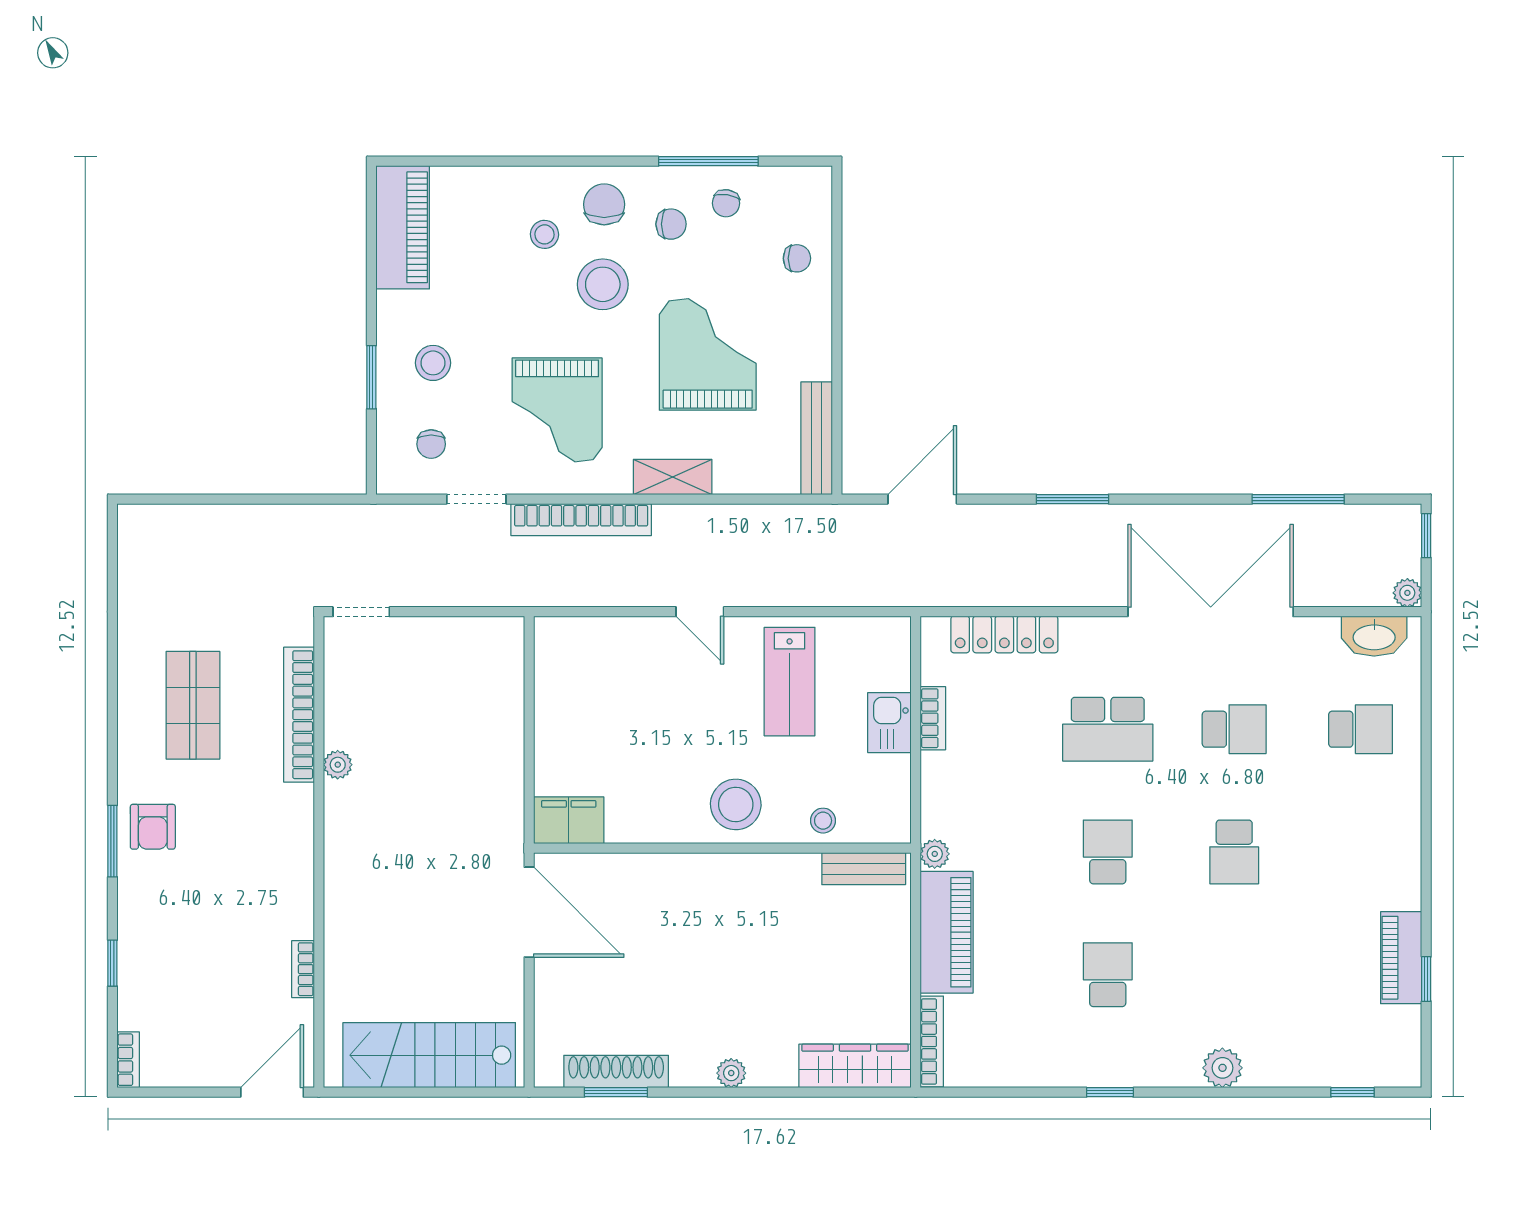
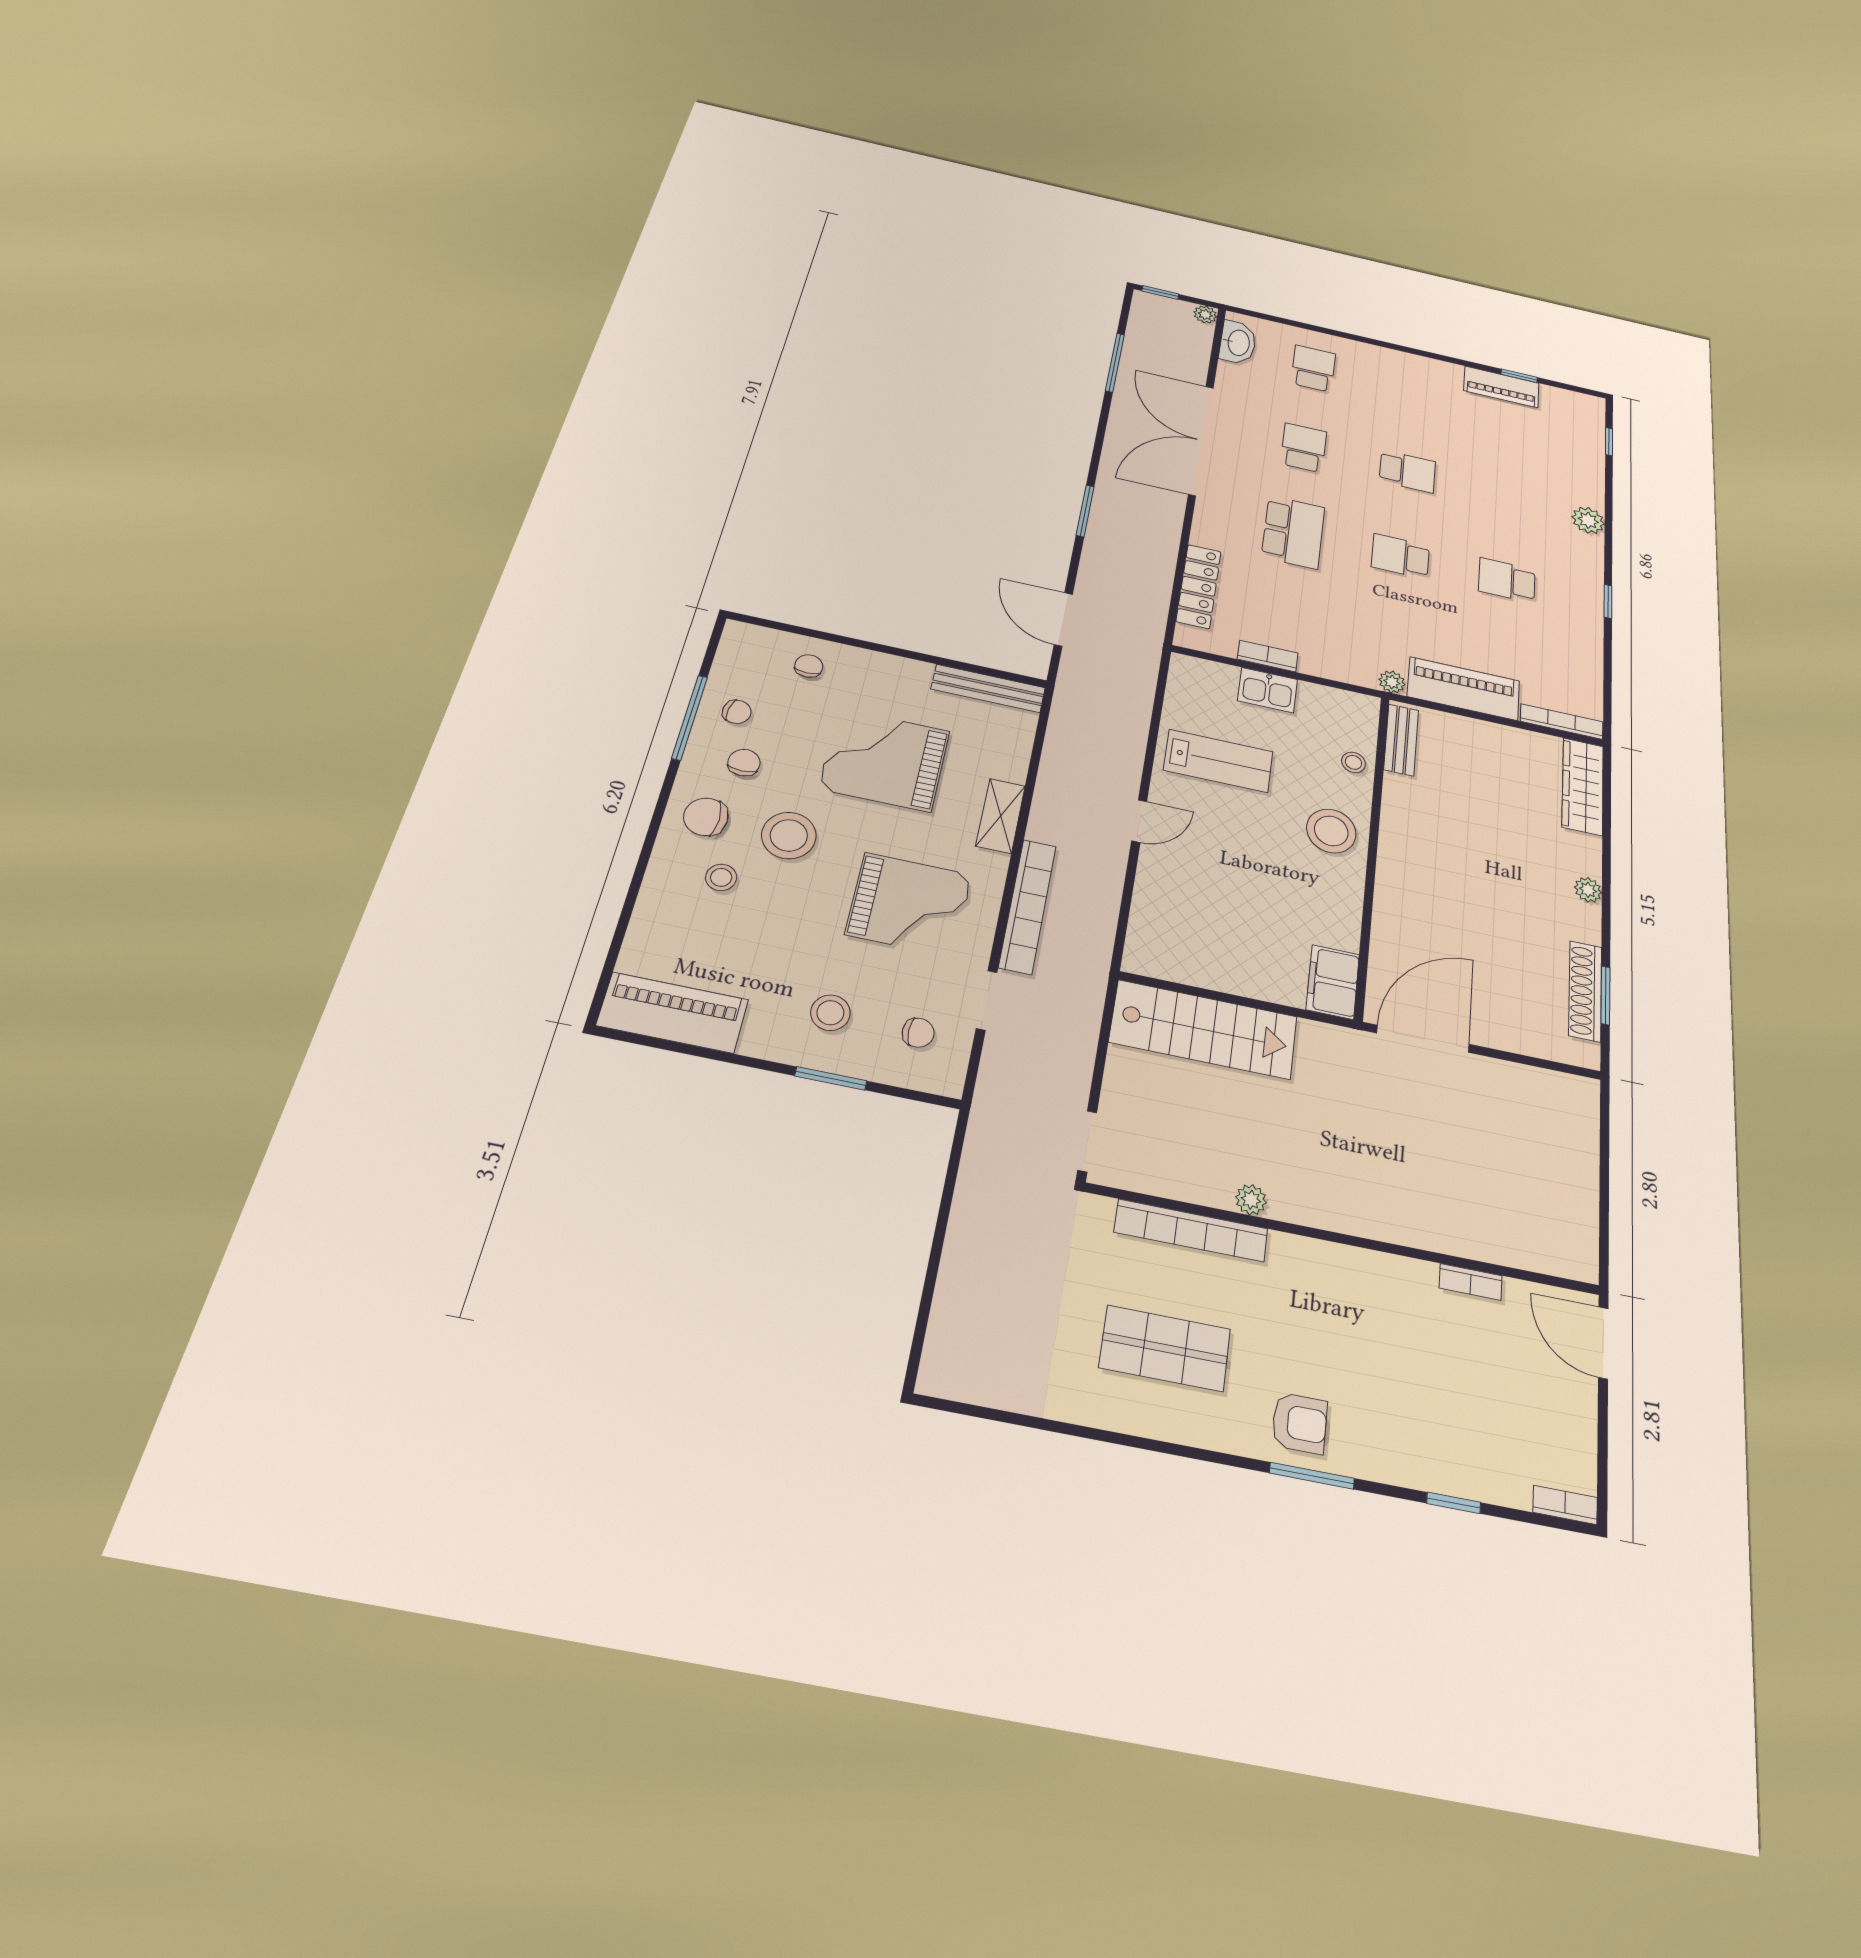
stairs: (429, 1055) -> (1204, 1029), moved, turned -90

